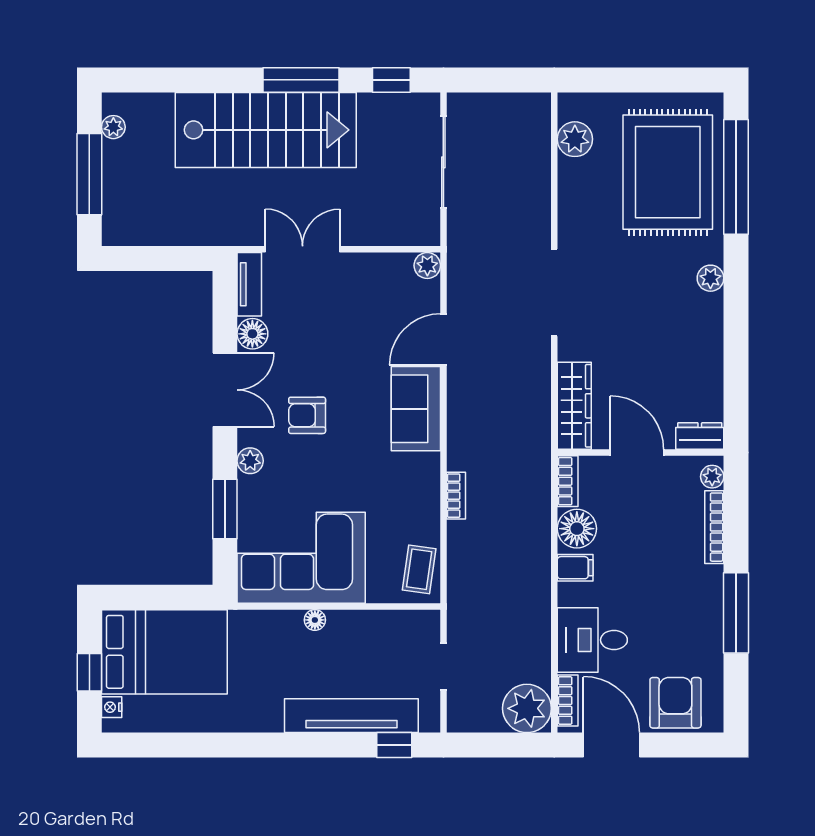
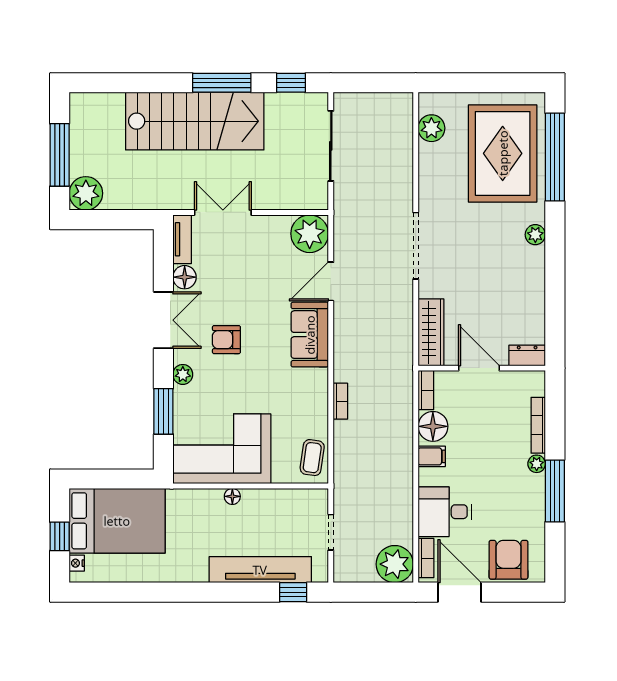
plant: (113, 127) -> (86, 193), moved, width x1.88, depth x1.88
plant: (427, 265) -> (310, 234), width x1.87, depth x1.87
plant: (712, 477) -> (537, 464), moved

